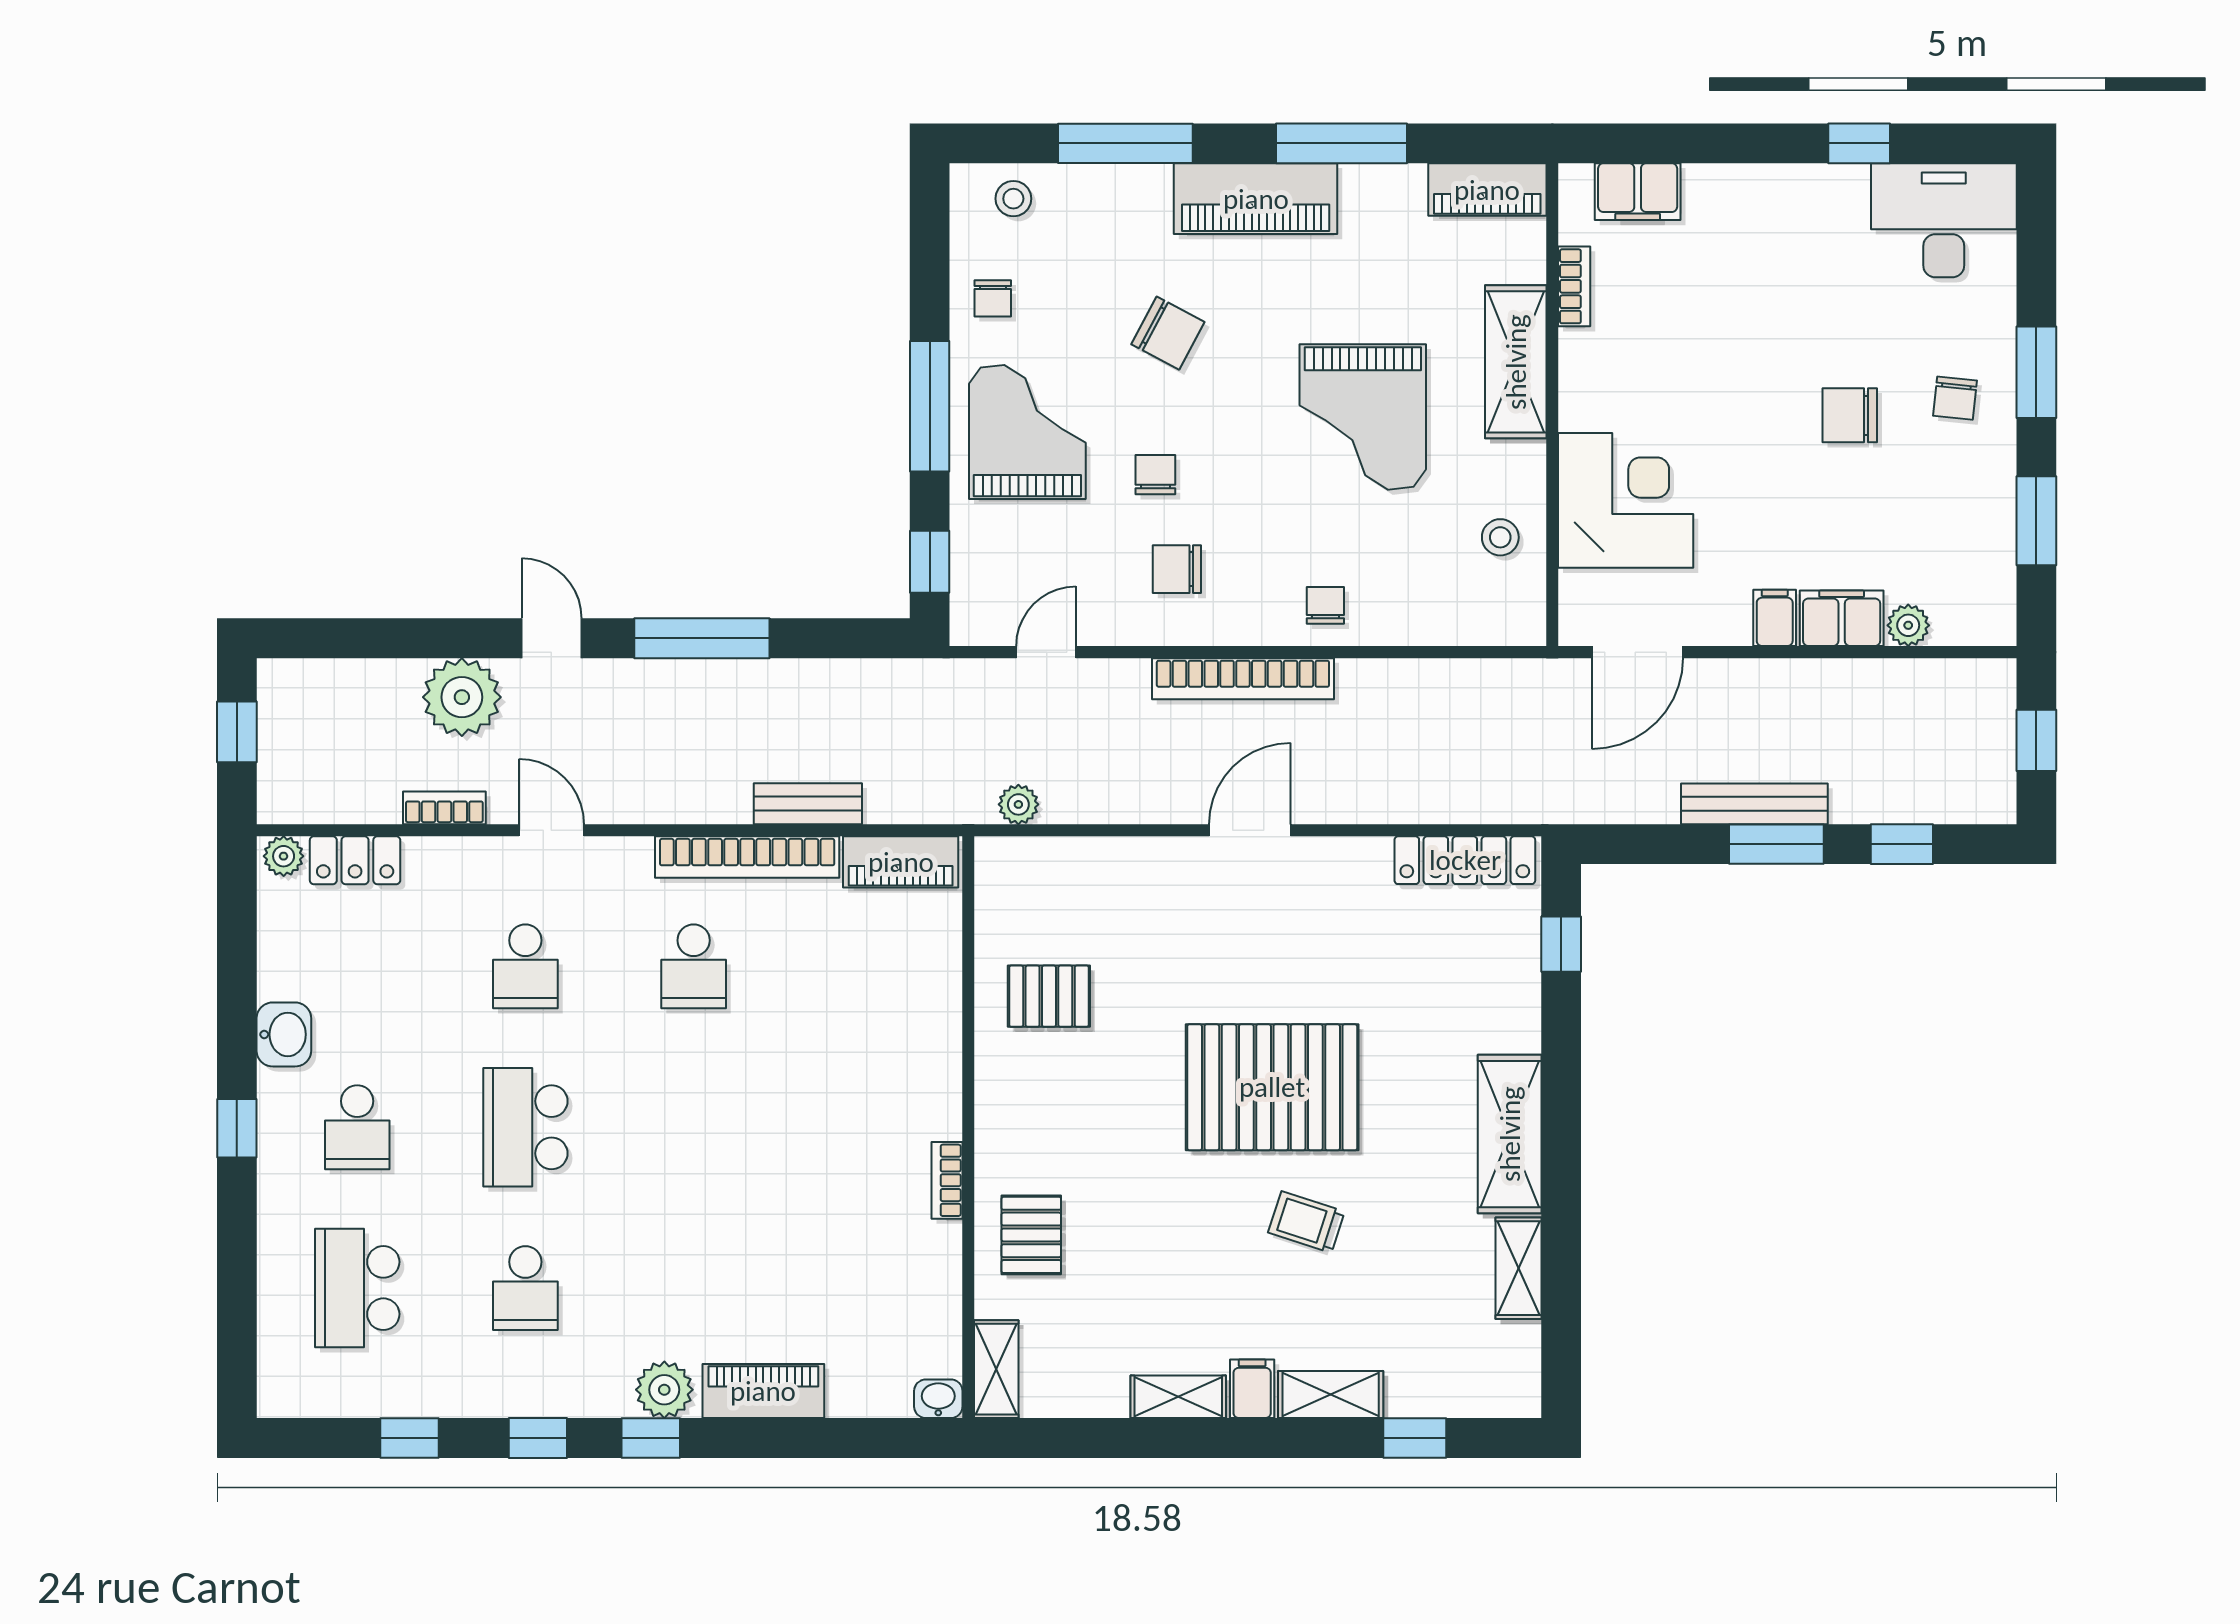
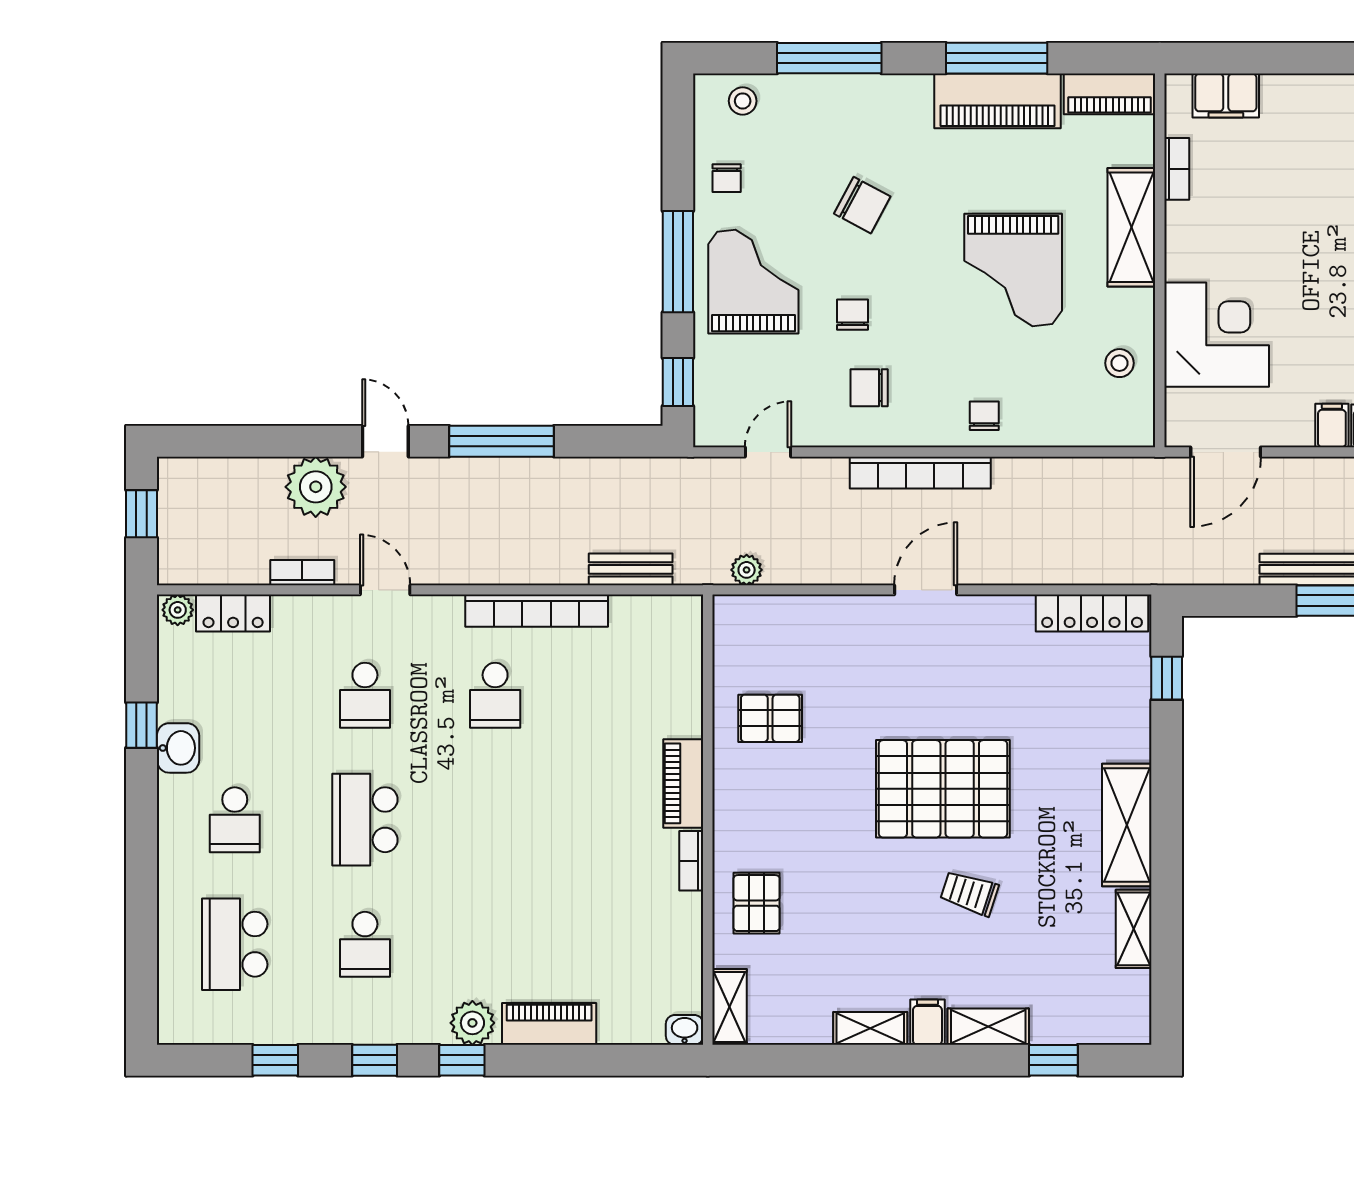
piano: (1256, 199) -> (998, 101), moved
bench: (808, 804) -> (631, 569), moved
piano: (901, 862) -> (683, 783), moved, turned 90
window: (237, 1128) -> (142, 725), moved

